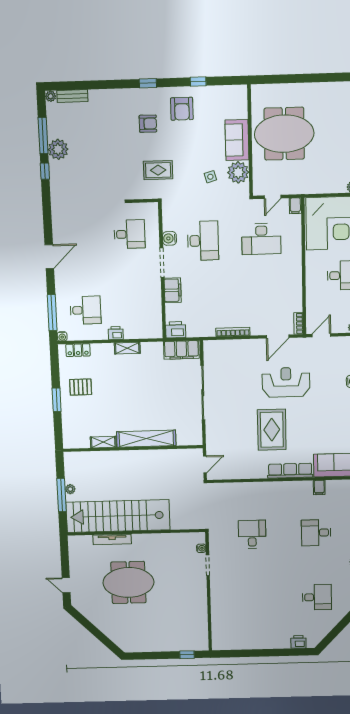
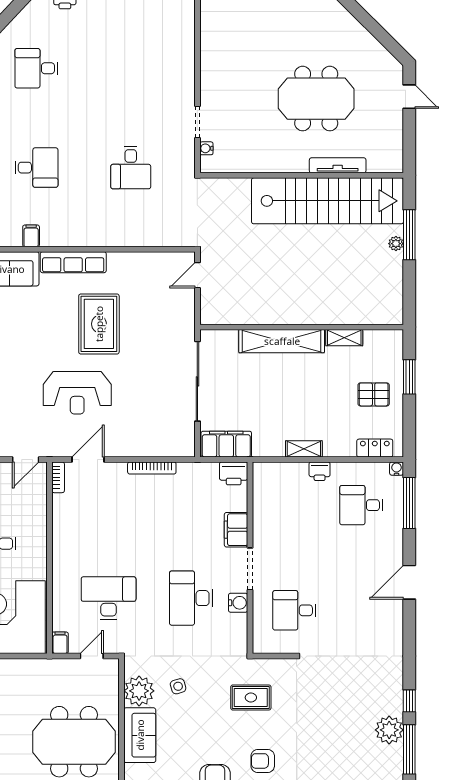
shelving: (146, 439) -> (282, 341), moved
shelving: (103, 442) -> (344, 338), moved
wall: (133, 448) -> (302, 327), moved

